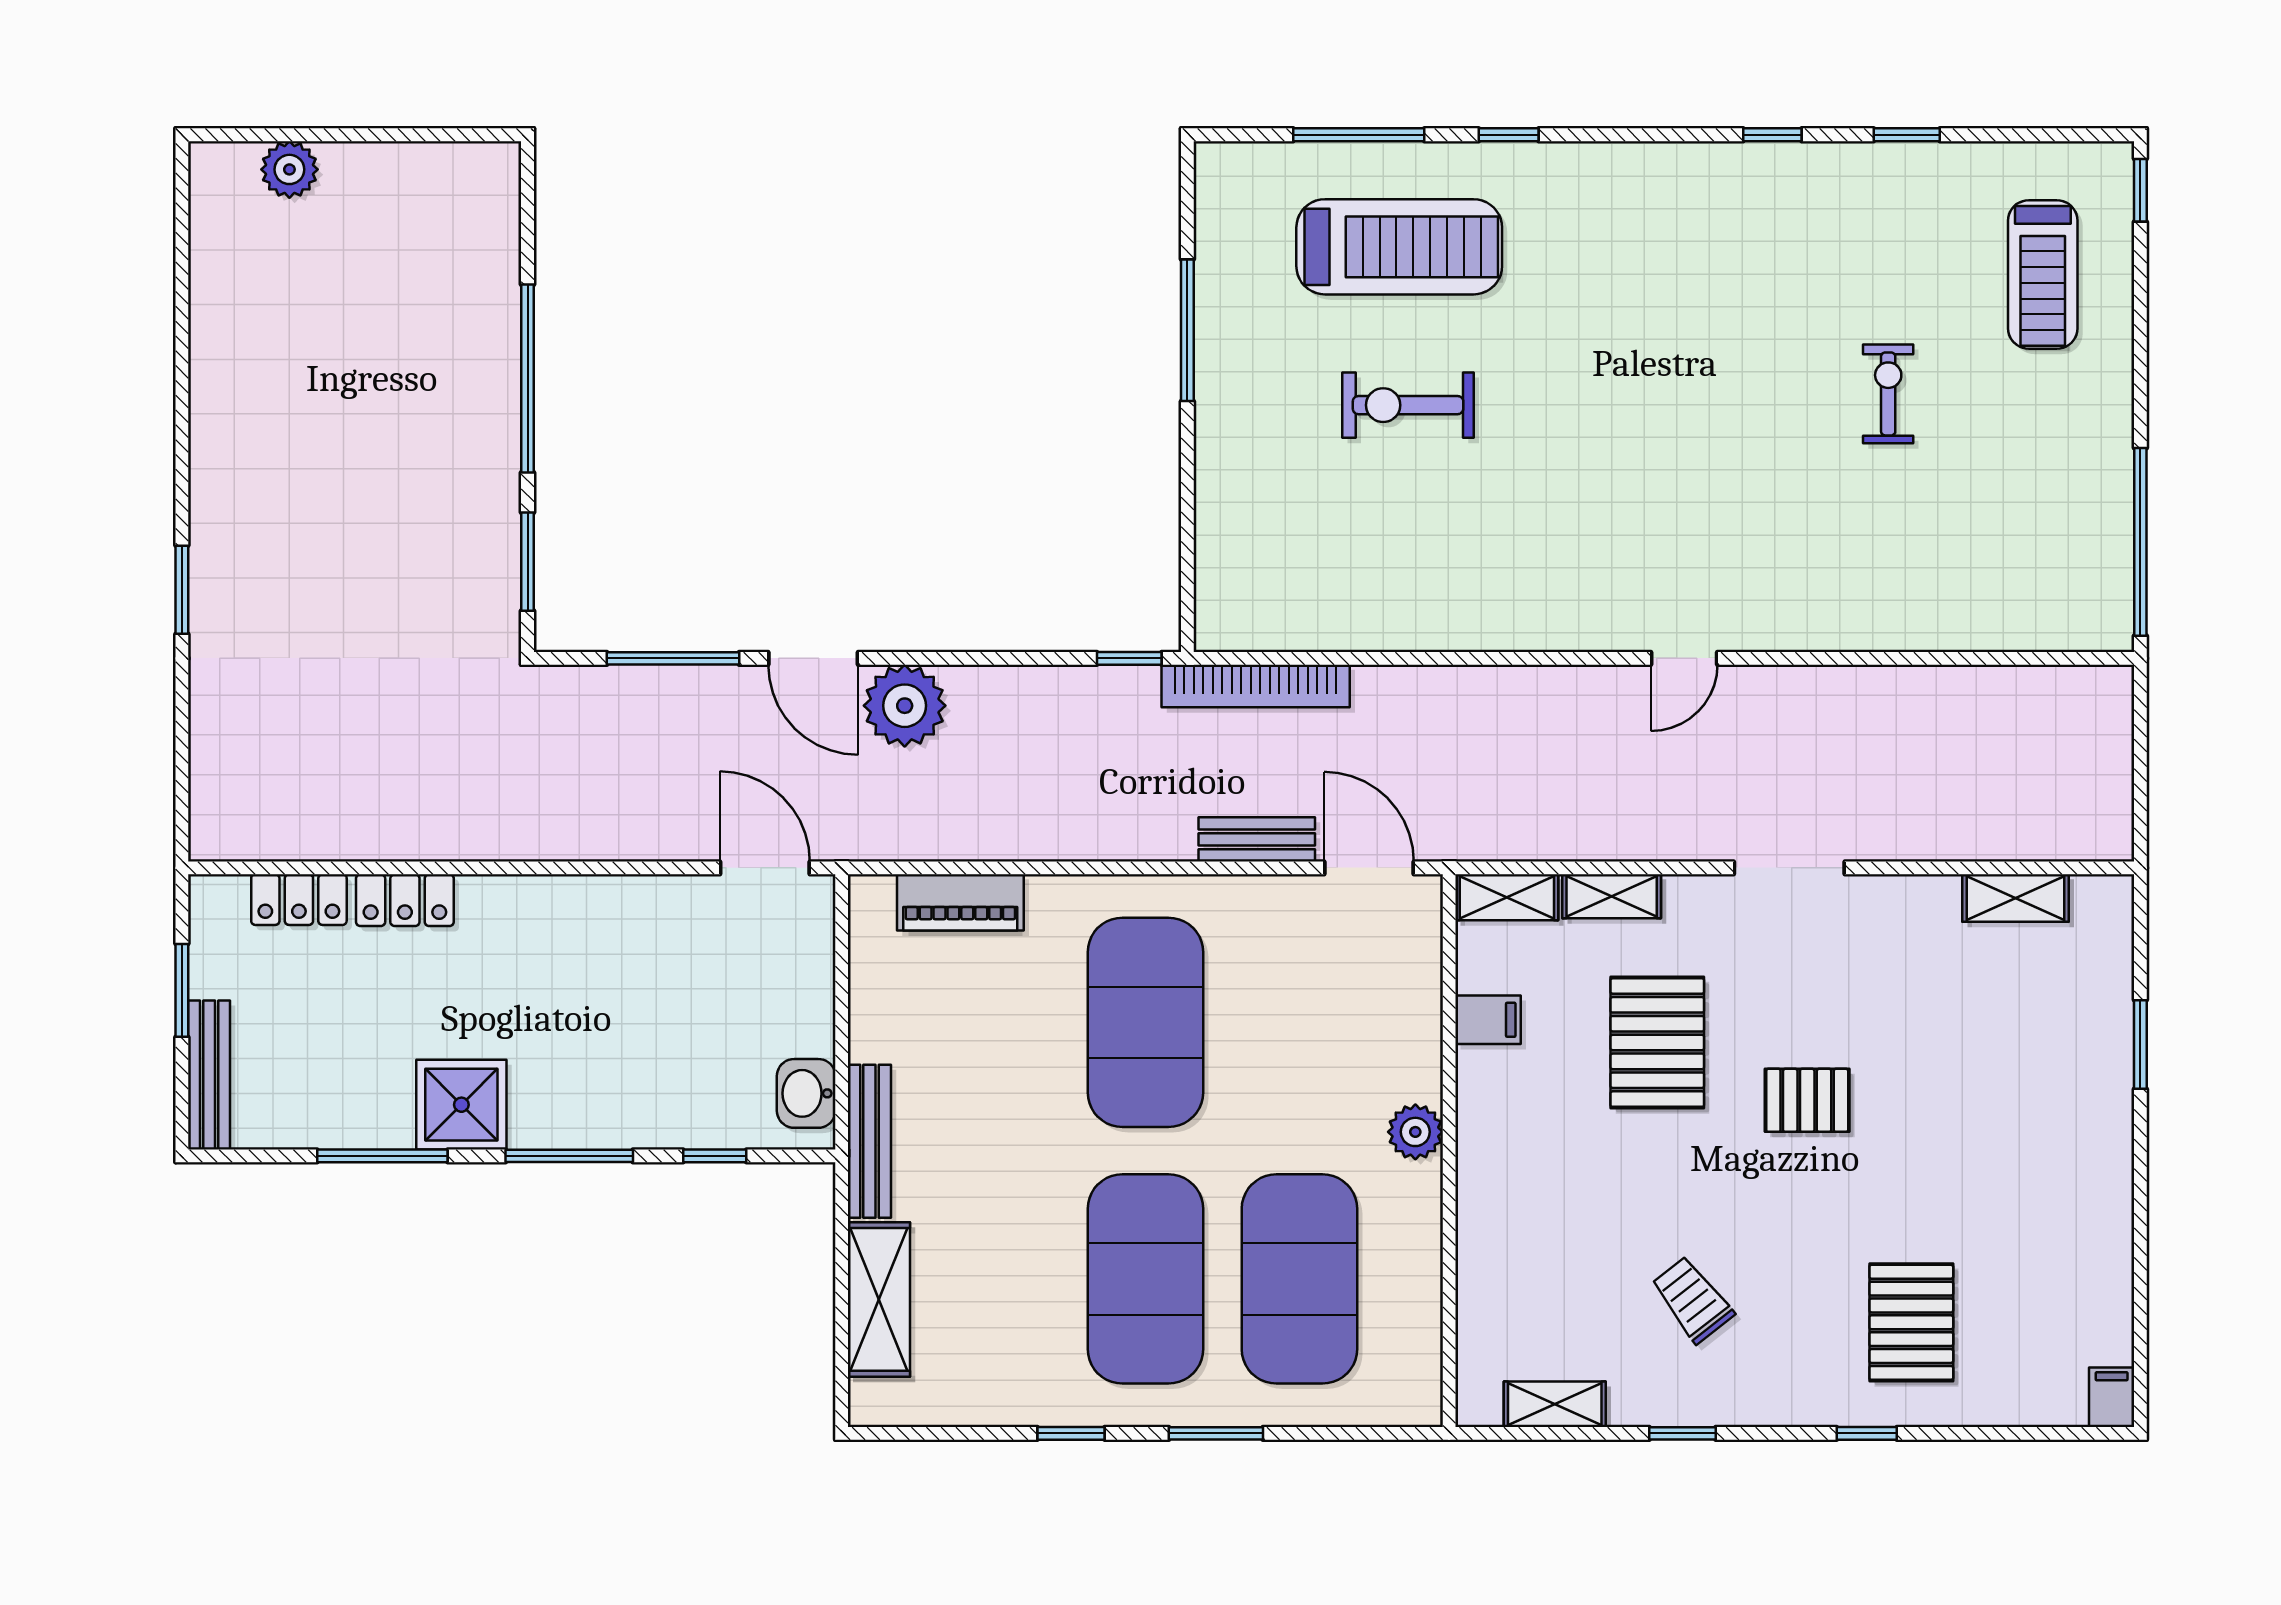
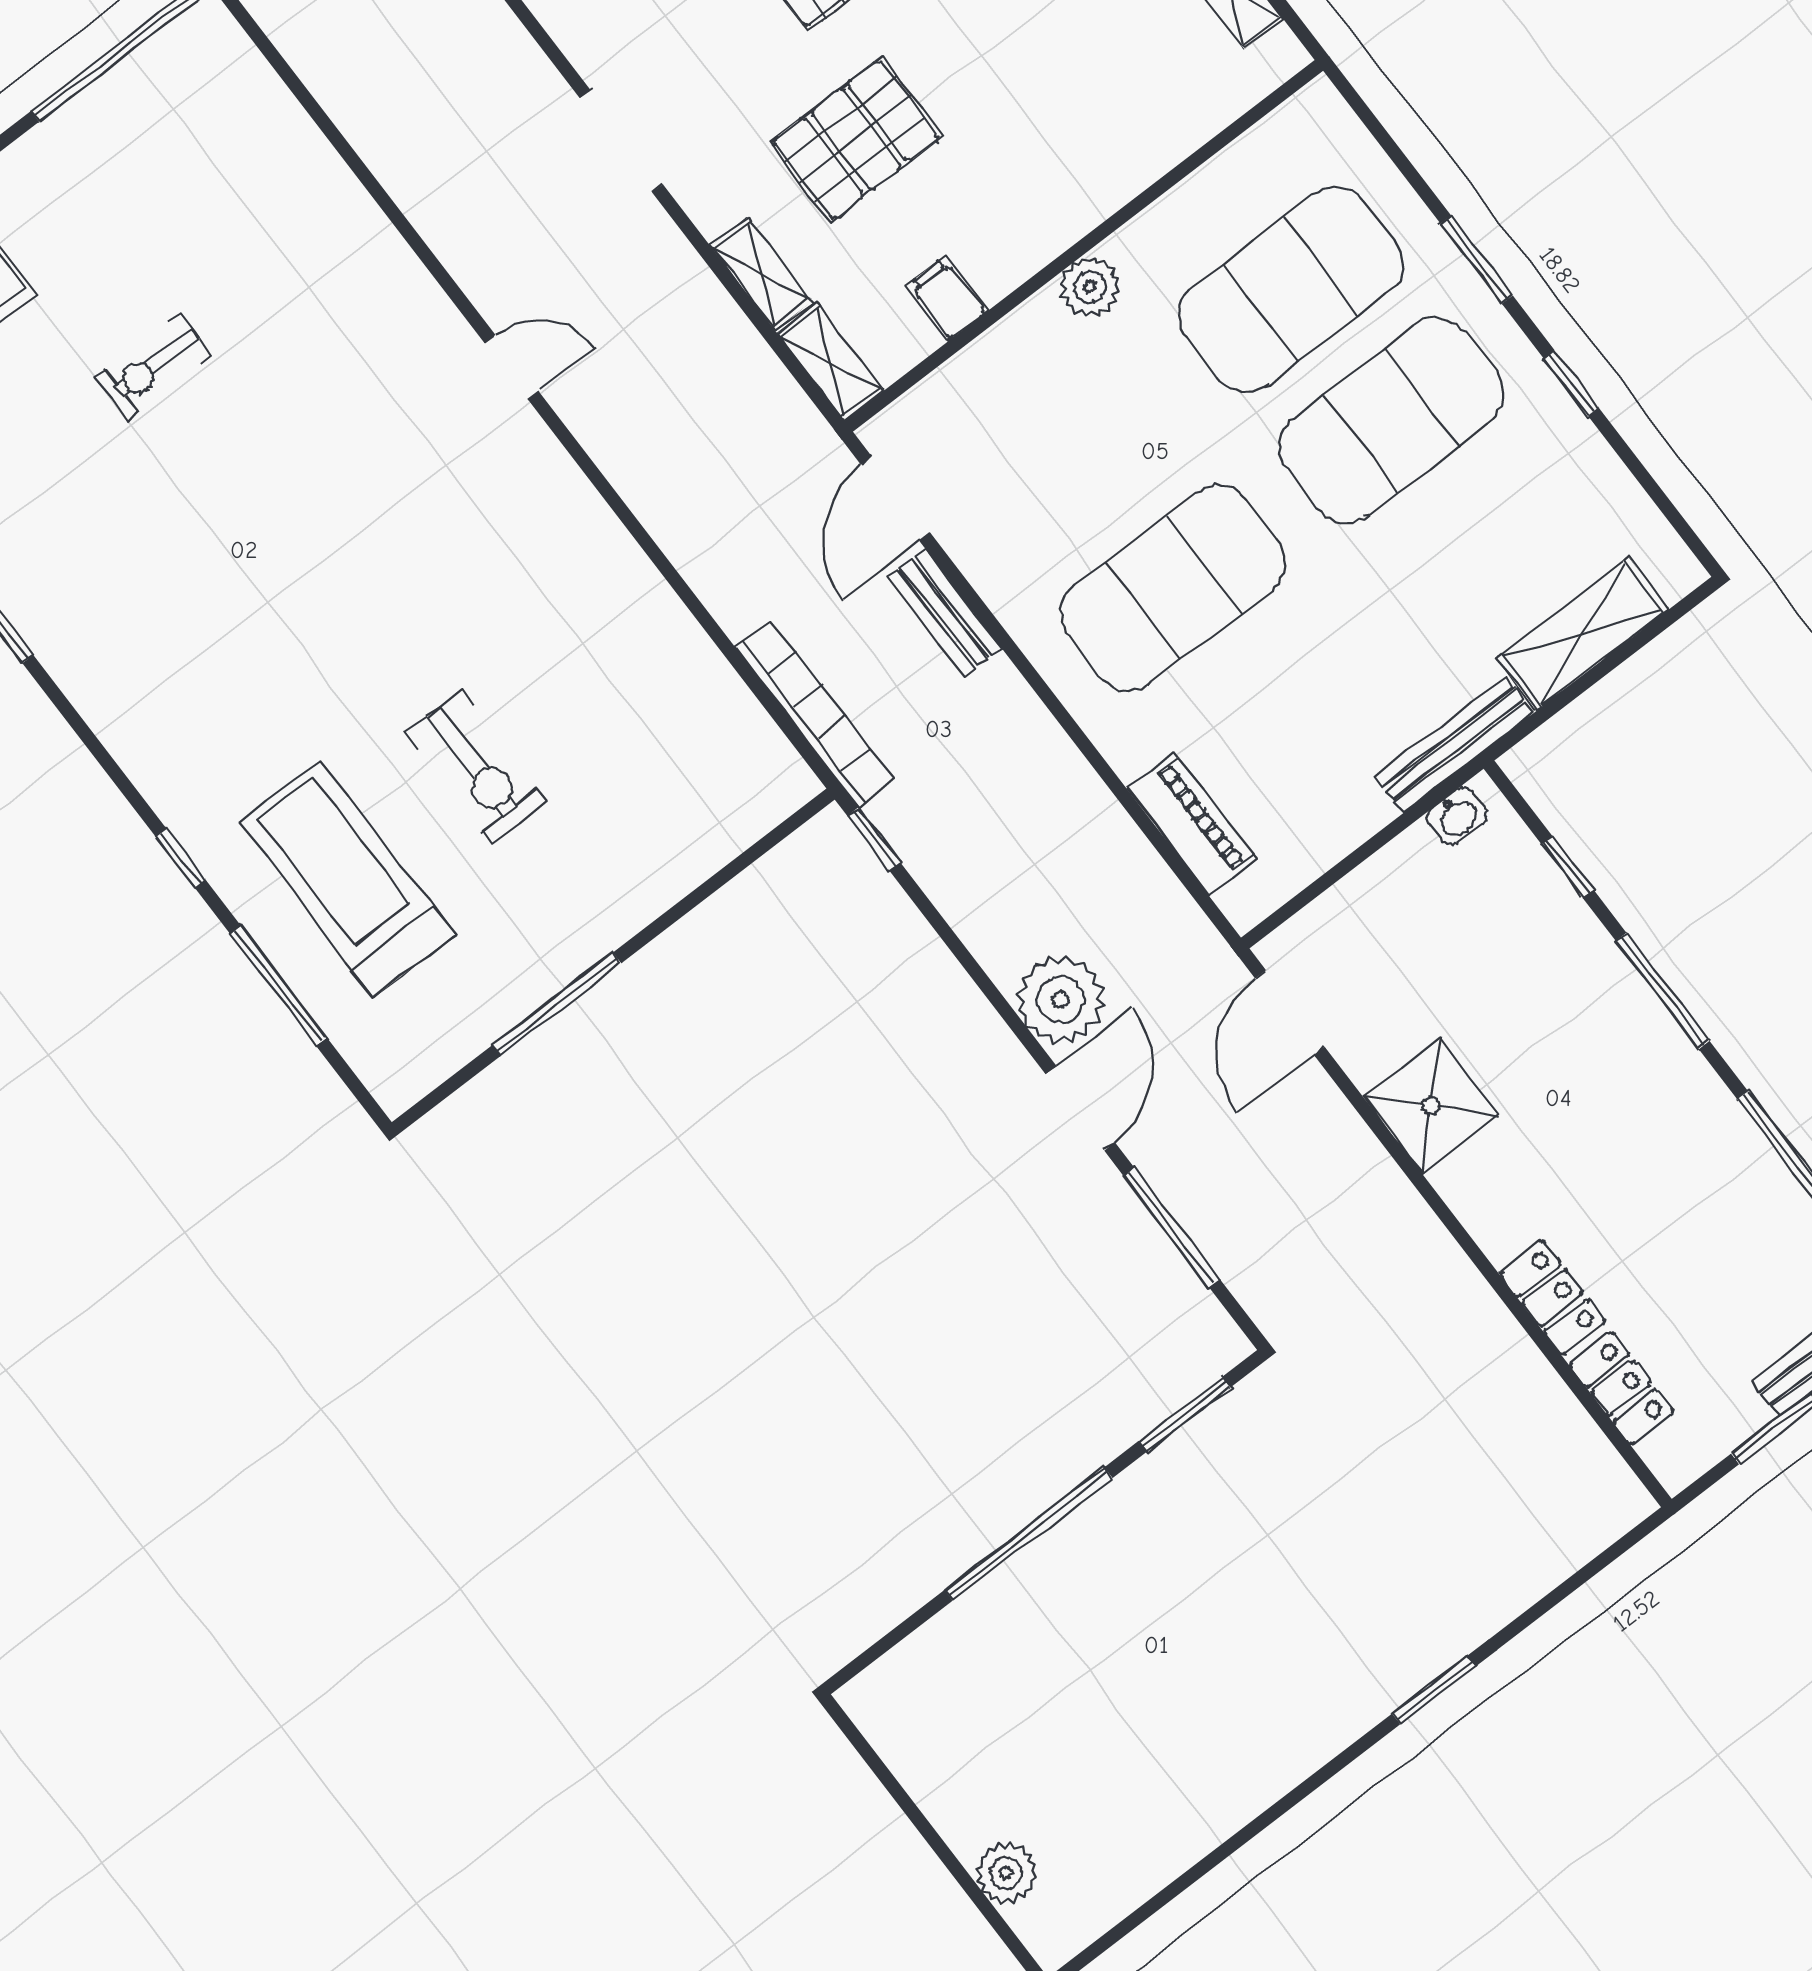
washbasin: (806, 1093) -> (1457, 816), width x0.72, depth x0.69
shower: (461, 1105) -> (1431, 1106), moved

